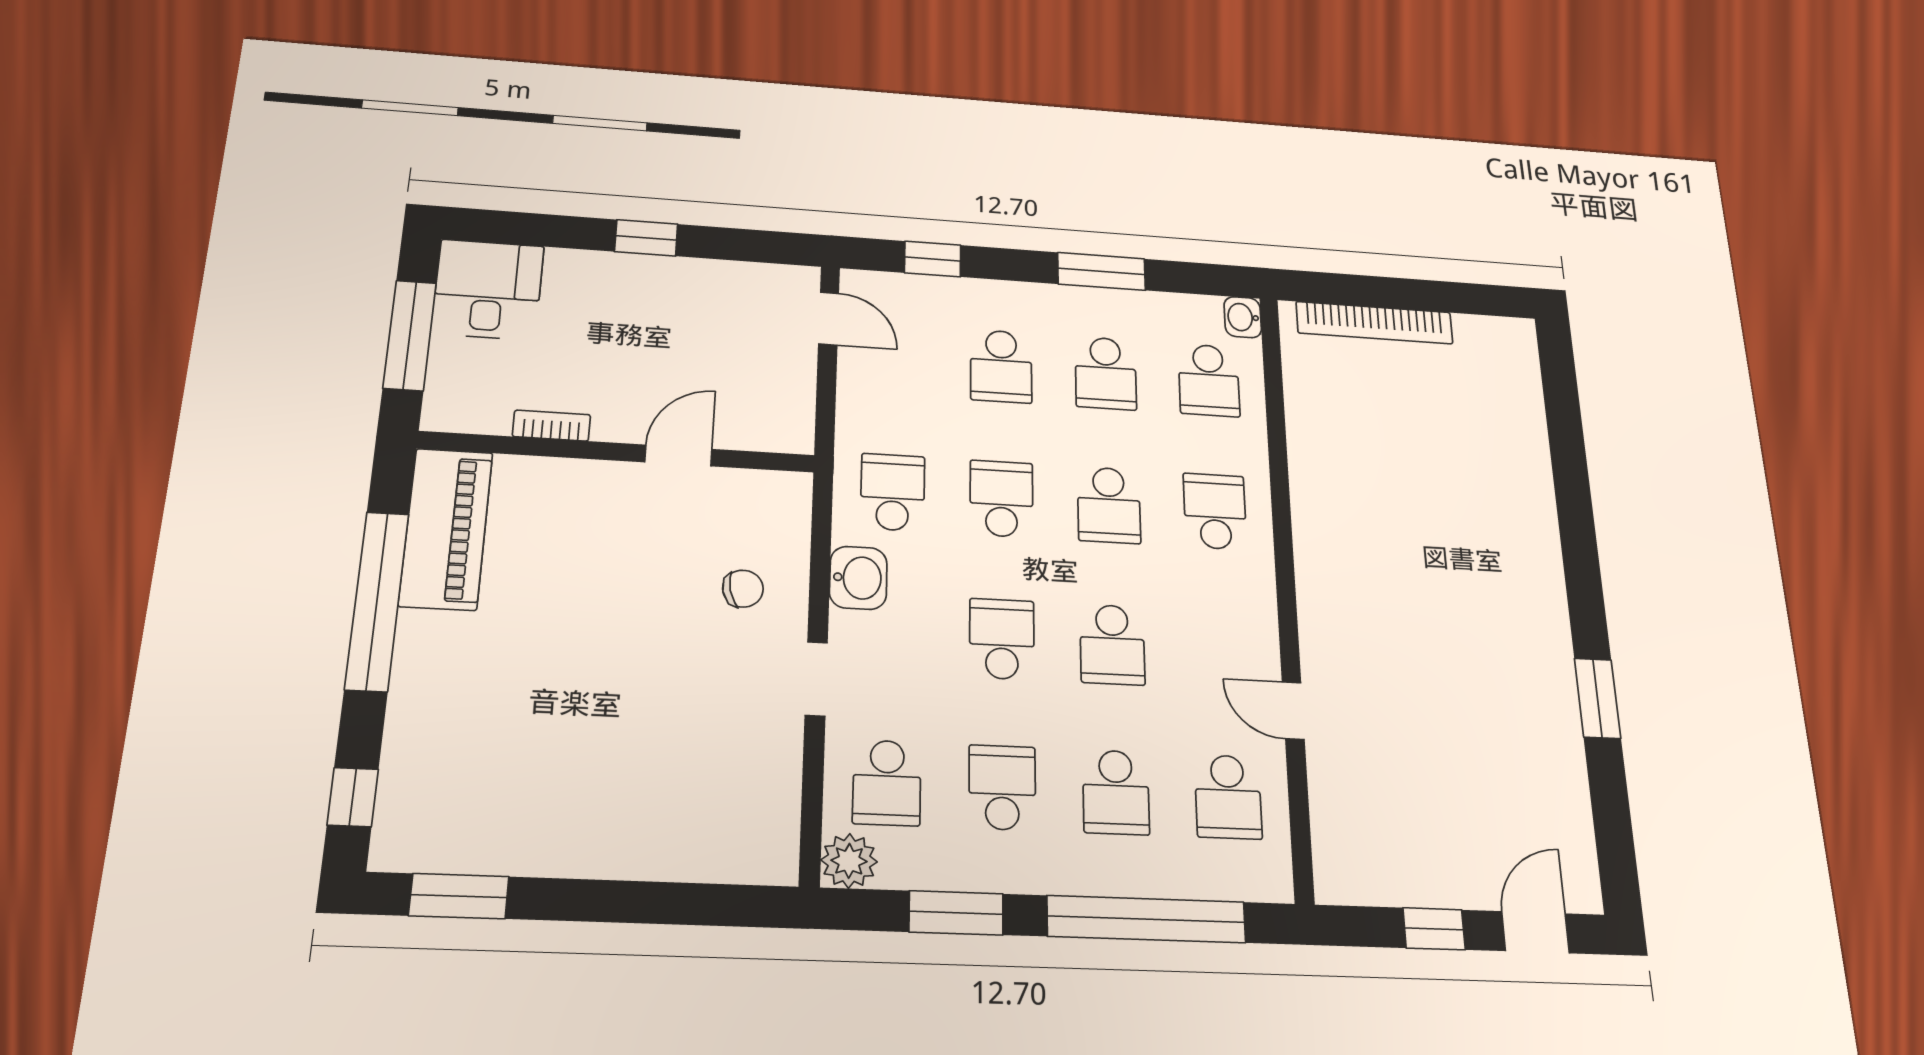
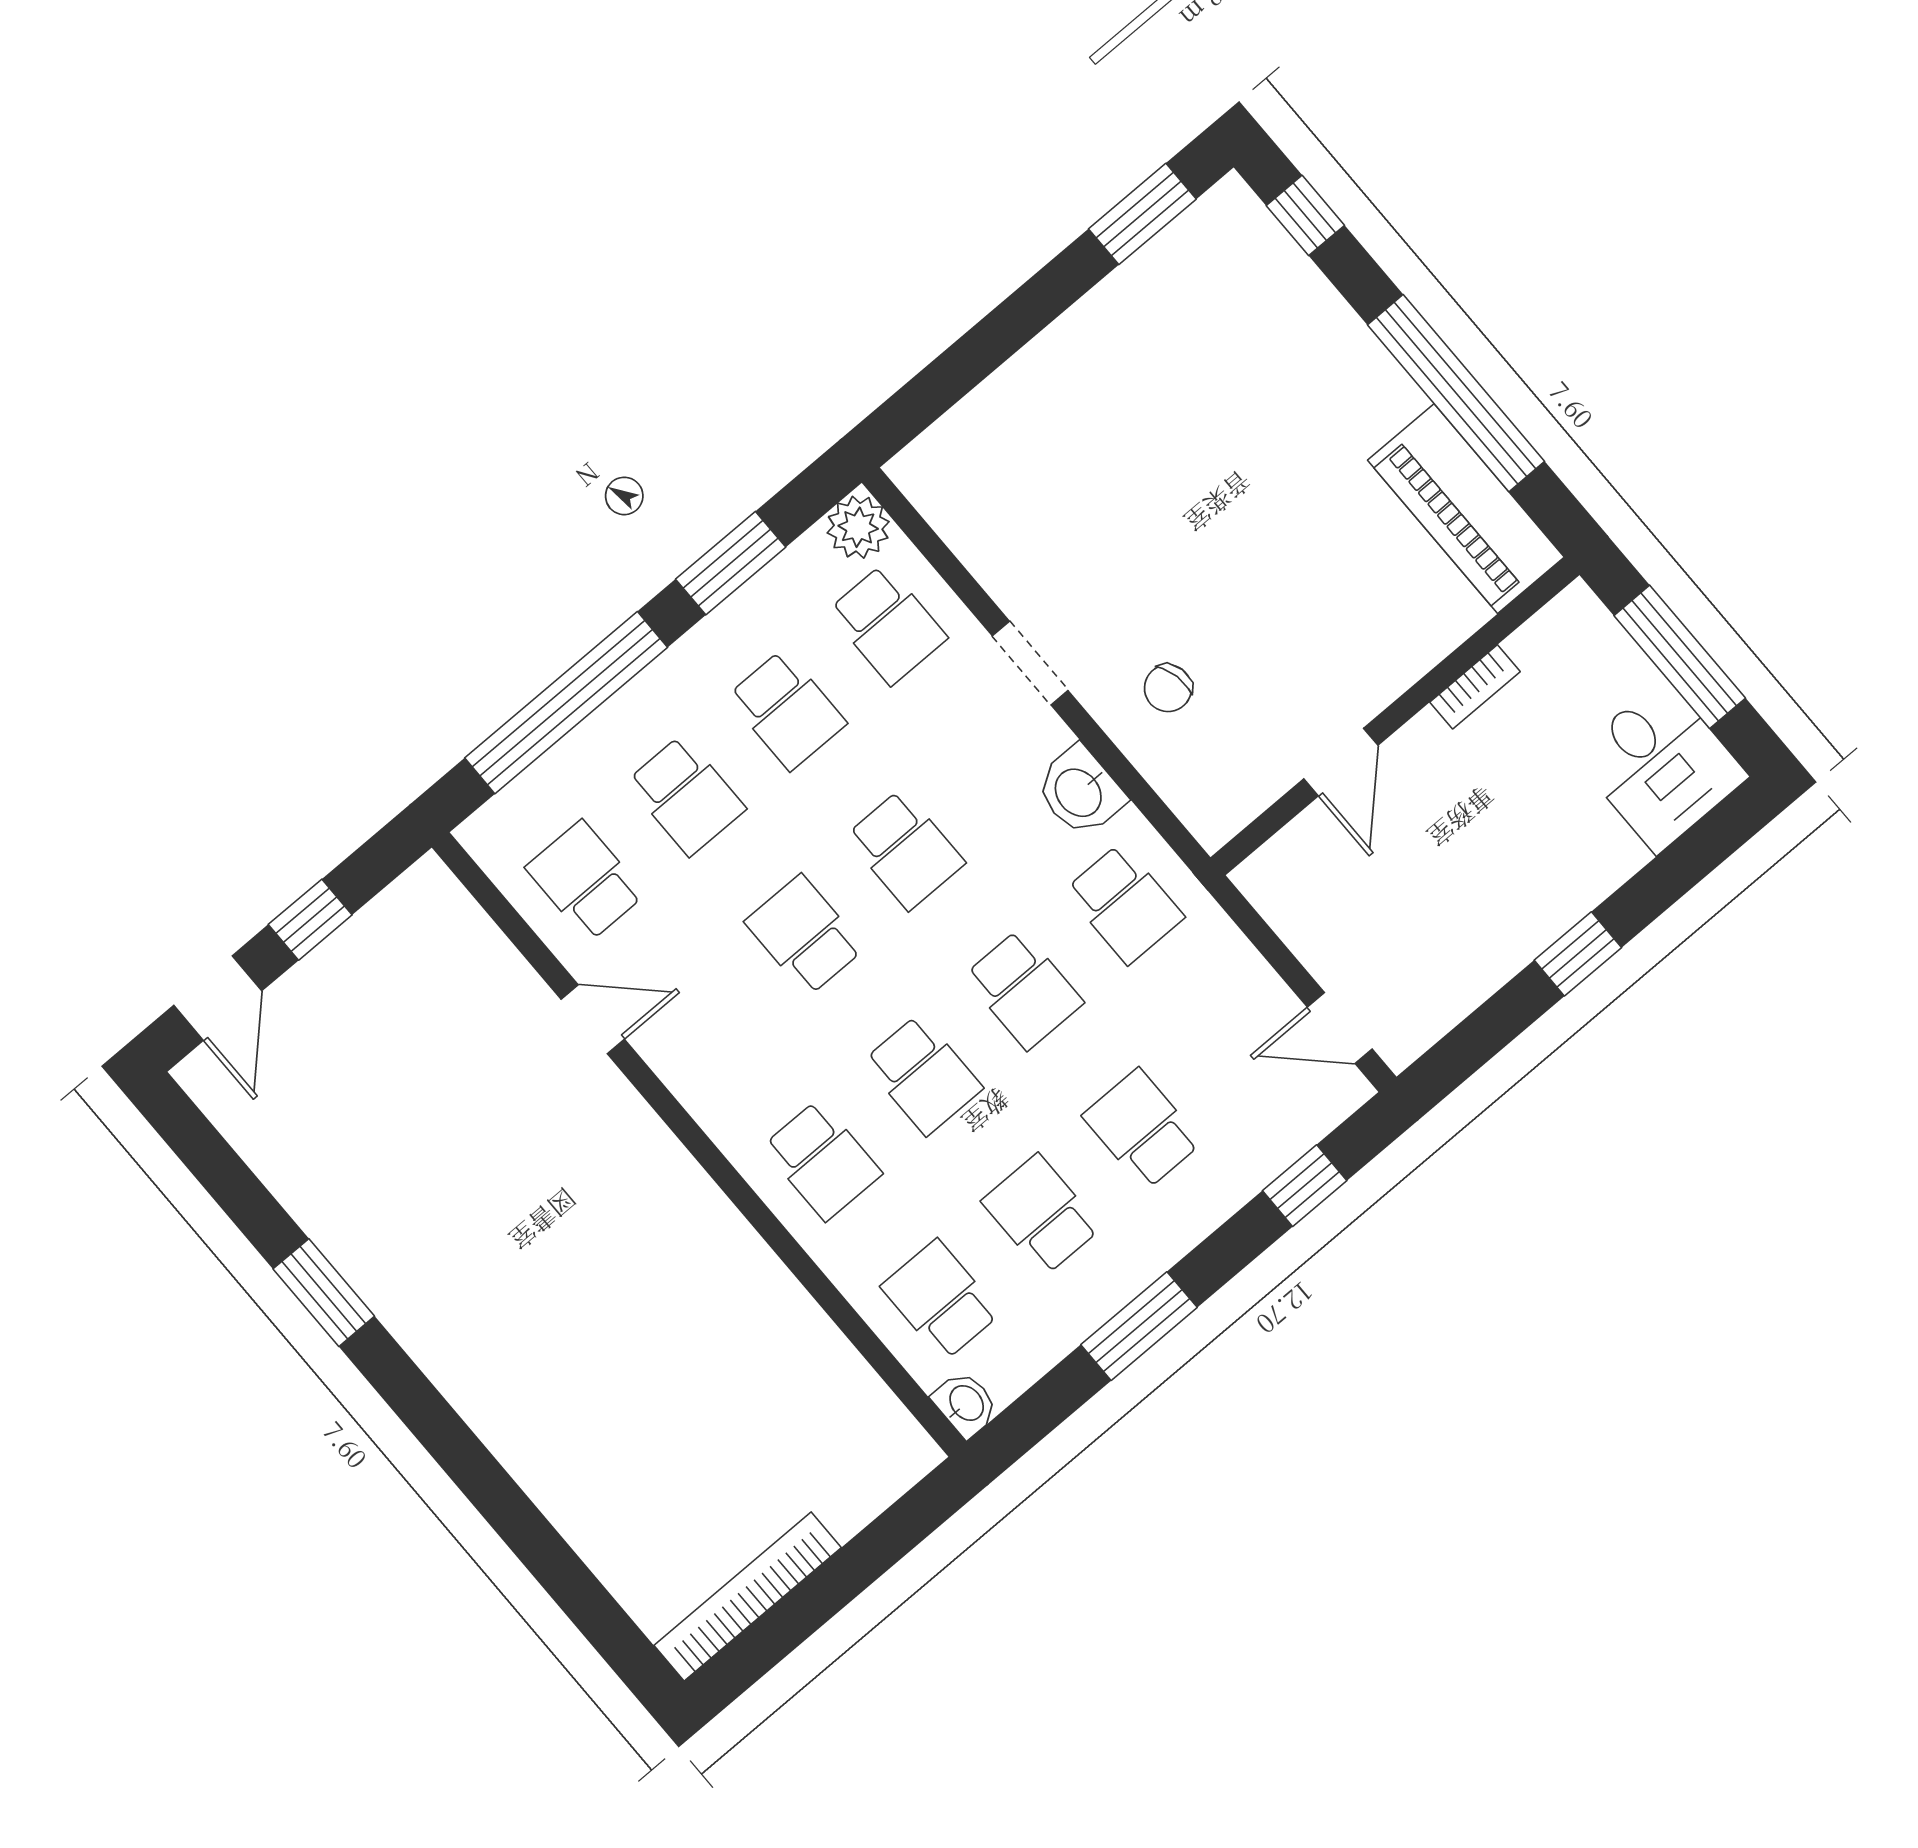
bookcase: (1375, 323) -> (748, 1596), moved
school desk: (1109, 505) -> (923, 1075), turned 180
school desk: (887, 783) -> (888, 624), turned 180
school desk: (1116, 792) -> (686, 795), turned 180

